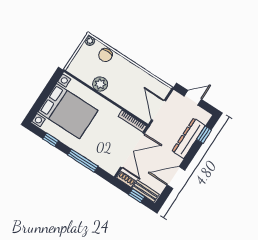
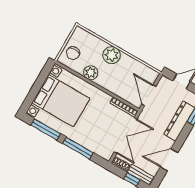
plant: (90, 41) -> (112, 55), moved, width x1.87, depth x1.87
chair: (105, 55) -> (73, 53), moved
window: (51, 140) -> (46, 129), width x2.17

